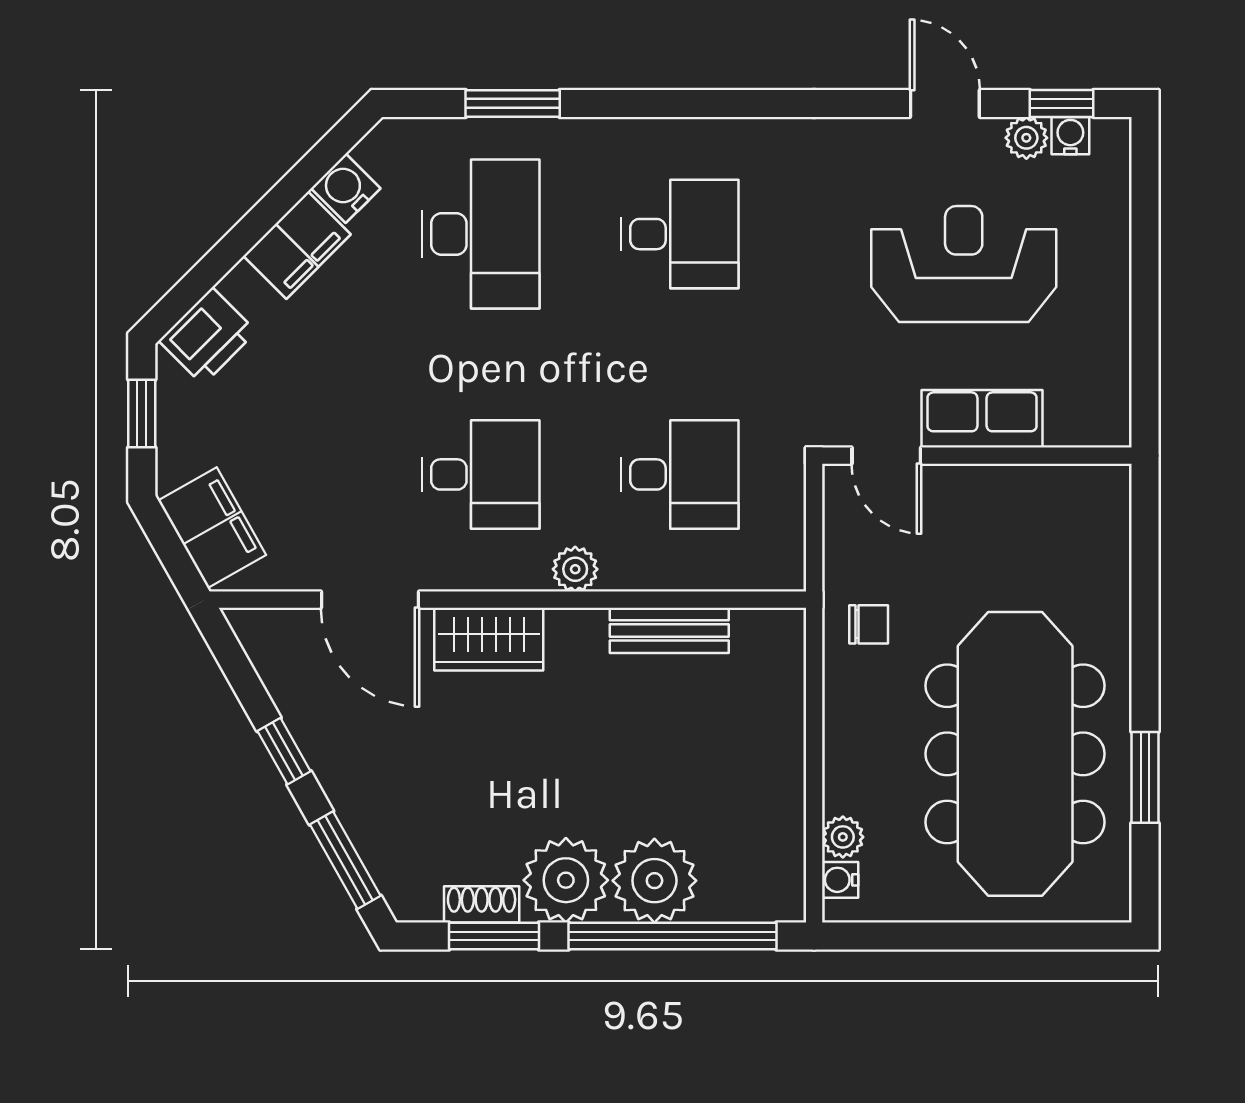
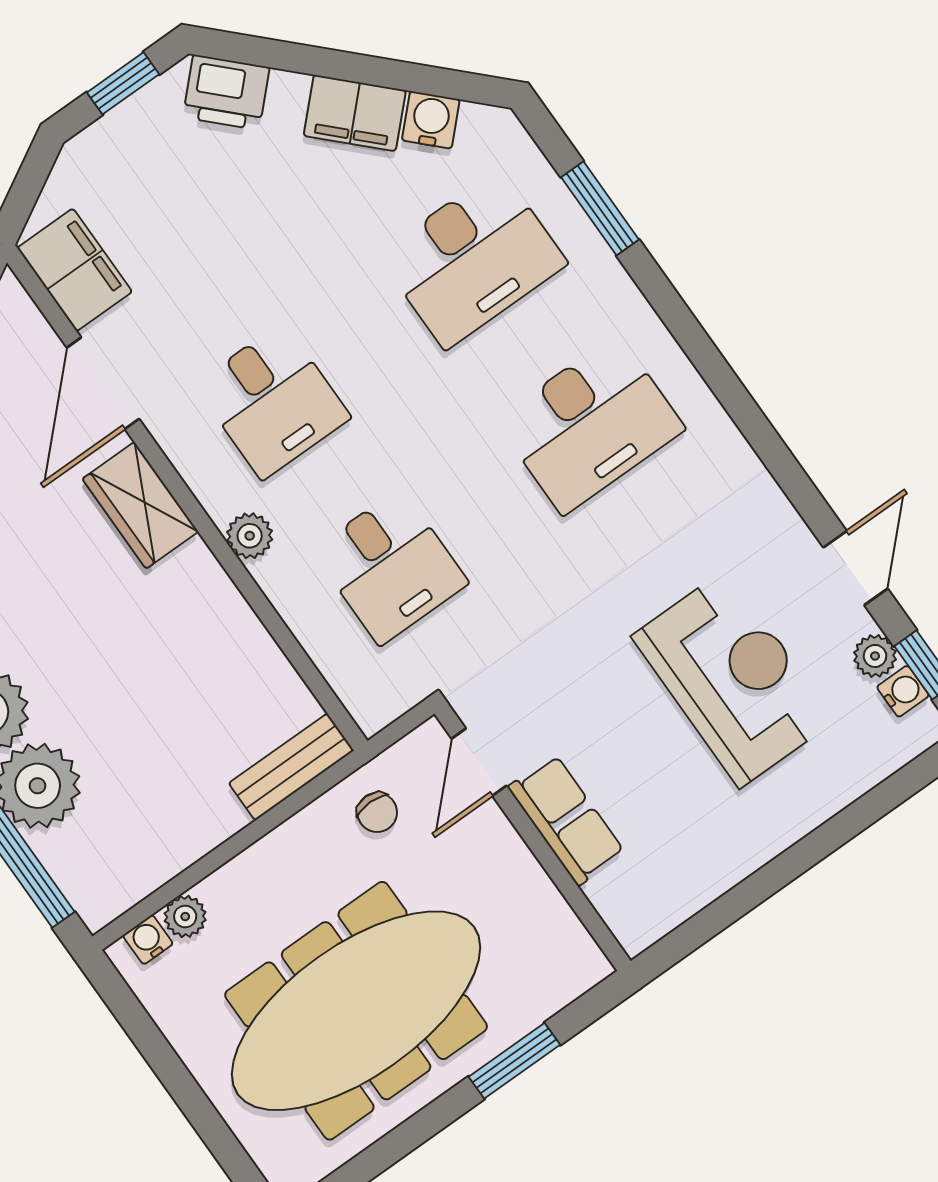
desk: (680, 234) -> (590, 425), width x1.37
row of seats: (982, 419) -> (566, 820), moved
door: (886, 456) -> (479, 762), moved
wall: (977, 456) -> (533, 837), moved
filing cabinet: (212, 528) -> (75, 270), moved, turned -61
bench: (669, 630) -> (291, 767), moved, turned 90
window: (1145, 777) -> (514, 1061), moved

